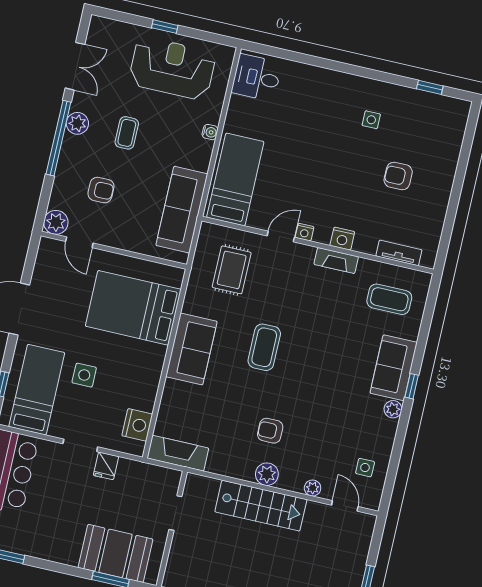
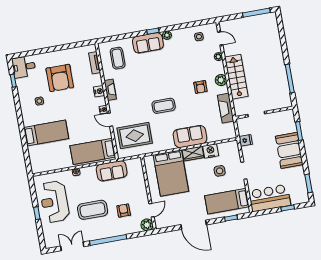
desk: (257, 78) -> (24, 67), moved, turned 90
bed: (306, 107) -> (46, 133), added
plant: (77, 123) -> (98, 234), removed
coffee table: (127, 133) -> (93, 210), width x1.86, depth x1.72
armchair: (398, 176) -> (60, 78), width x1.88, depth x1.88
sofa: (182, 210) -> (112, 171), width x0.73
rug: (232, 270) -> (135, 136), width x1.36, depth x1.43
sofa: (191, 349) -> (190, 137), moved
wardrobe: (152, 364) -> (193, 154), added
side table: (84, 375) -> (220, 171), moved
nightstand: (137, 425) -> (211, 151), moved
fireplace: (178, 453) -> (226, 108), moved
fridge: (106, 466) -> (246, 140), moved
door: (345, 506) -> (220, 38), swing flipped
booth: (115, 553) -> (289, 150), moved

